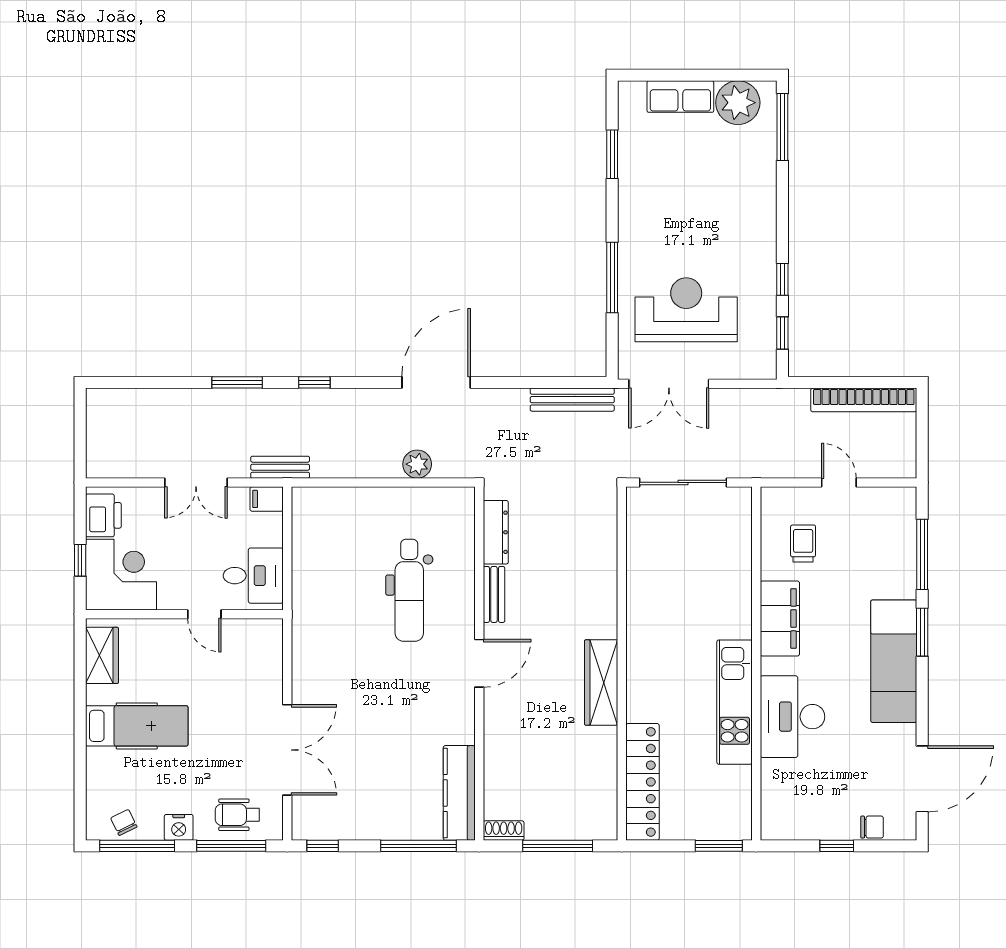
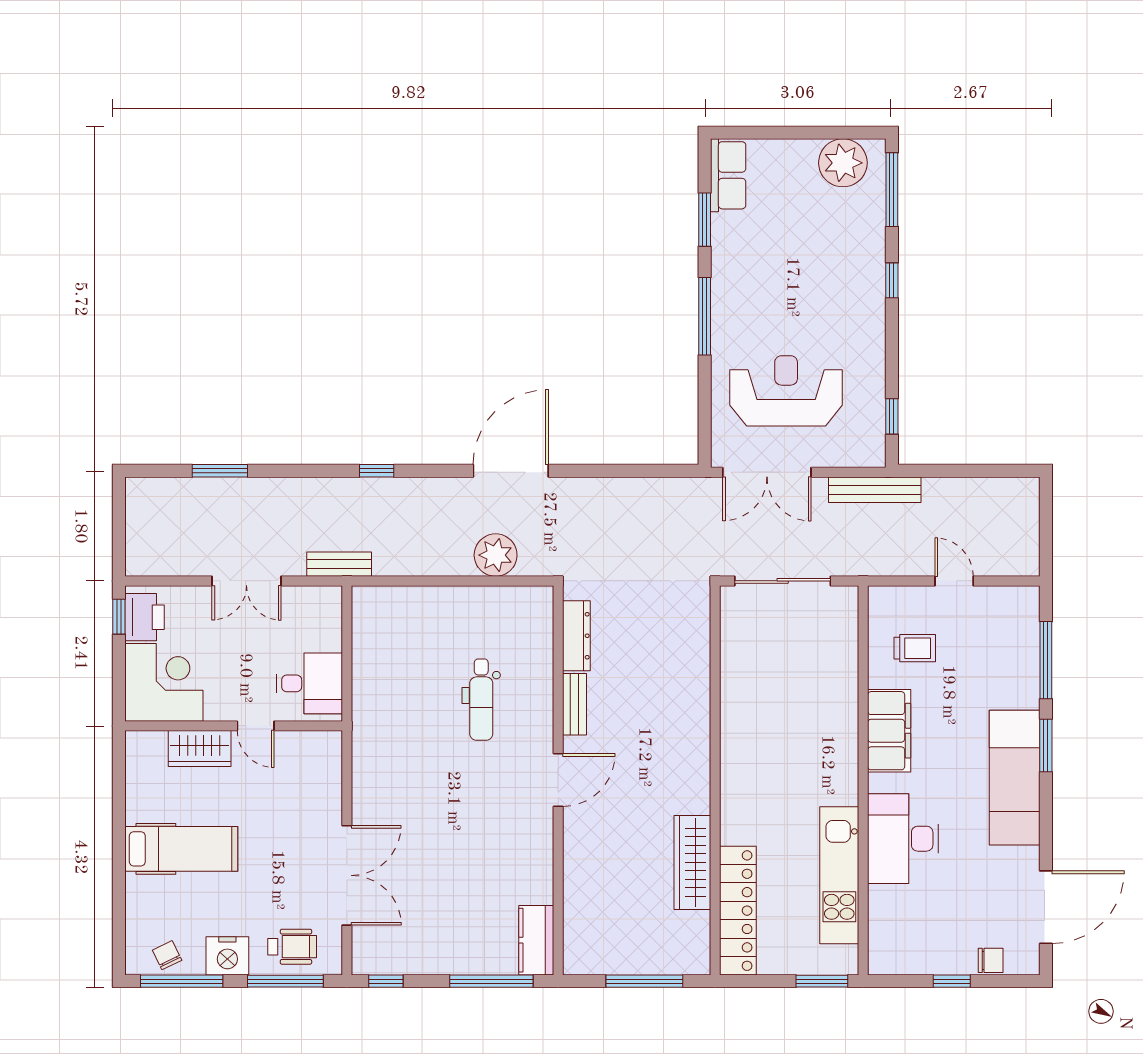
row of seats: (680, 97) -> (728, 175), moved, turned -90
window: (612, 278) -> (705, 316), moved
window: (782, 279) -> (892, 280), moved
window: (237, 382) -> (220, 471), moved
bench: (572, 400) -> (875, 490), moved
bookcase: (864, 400) -> (982, 490), removed
plant: (417, 464) -> (496, 555), width x1.36, depth x1.36
filing cabinet: (267, 499) -> (324, 599), removed
trolley: (803, 544) -> (915, 648), turned 90
window: (80, 560) -> (119, 617), moved
dental chair: (409, 590) -> (481, 700), width x0.73, depth x0.72
wardrobe: (102, 655) -> (200, 749), moved, turned 90
wardrobe: (601, 682) -> (692, 862), moved
kitchen unit: (735, 702) -> (839, 875), moved
kitchen counter: (459, 793) -> (536, 940), width x0.67
wheelchair: (237, 815) -> (292, 947), turned 180
nightstand: (179, 827) -> (227, 956), width x1.36, depth x1.33
shoe rack: (504, 831) -> (585, 964), removed

